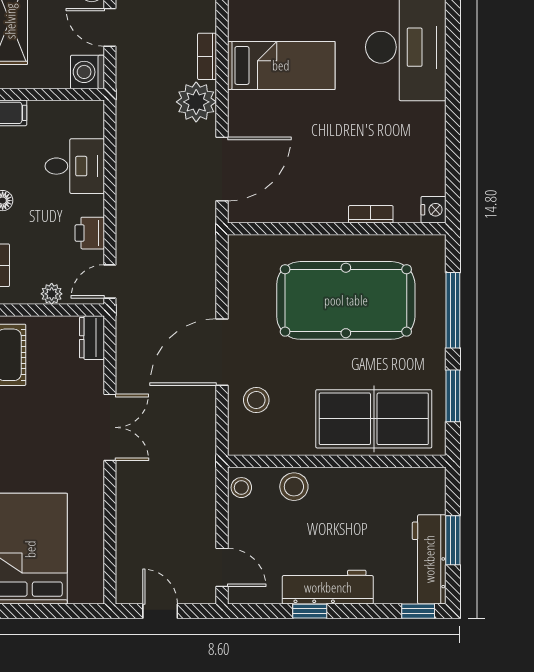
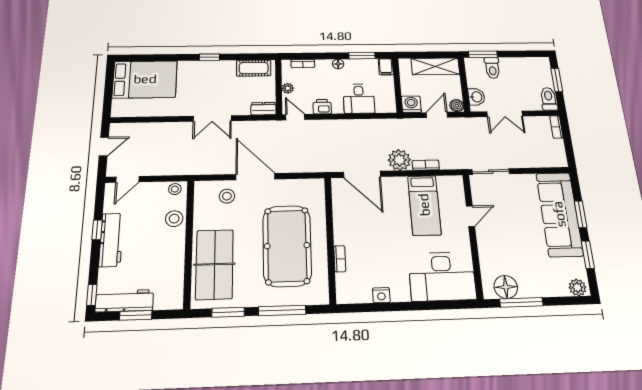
nightstand: (434, 210) -> (381, 295), moved

